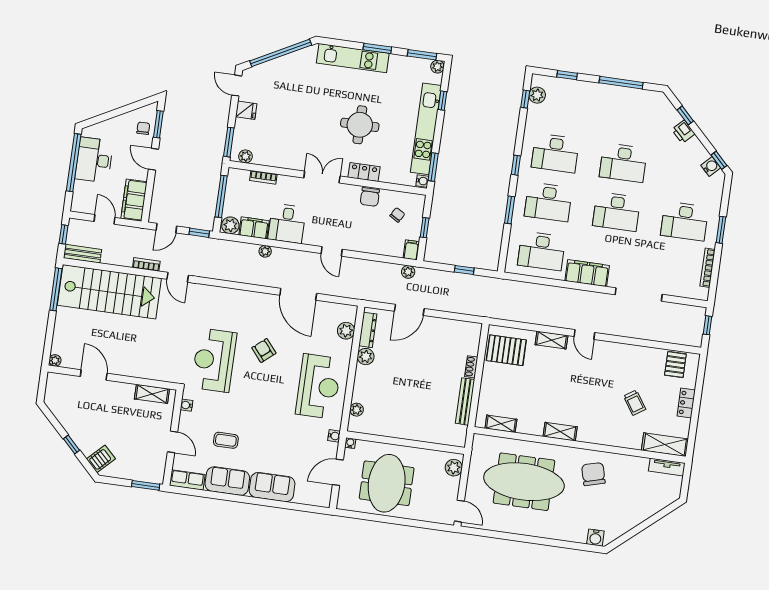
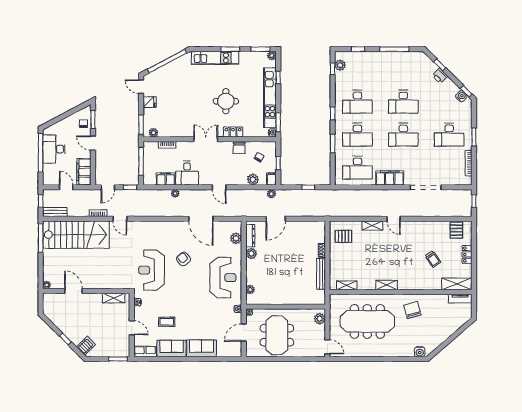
plant: (230, 225) -> (253, 180), moved
pallet: (506, 350) -> (343, 236), width x0.67, depth x0.71

